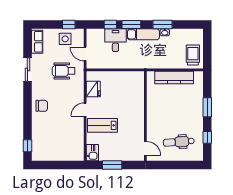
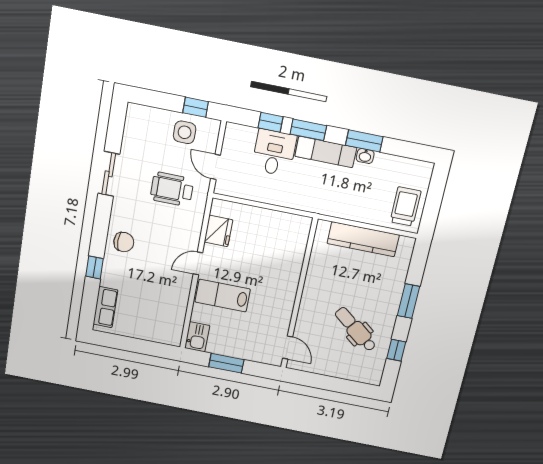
row of seats: (37, 42) -> (105, 307), moved
dental chair: (179, 142) -> (356, 329), moved, turned 42
window: (27, 146) -> (95, 267), moved

